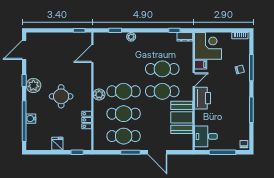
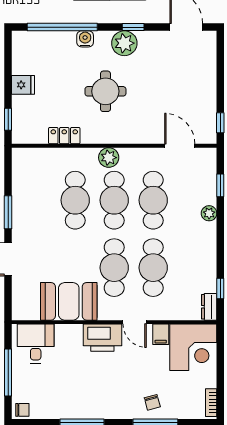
water cooler: (31, 119) -> (85, 39), moved
cafe table: (124, 136) -> (153, 200), moved

